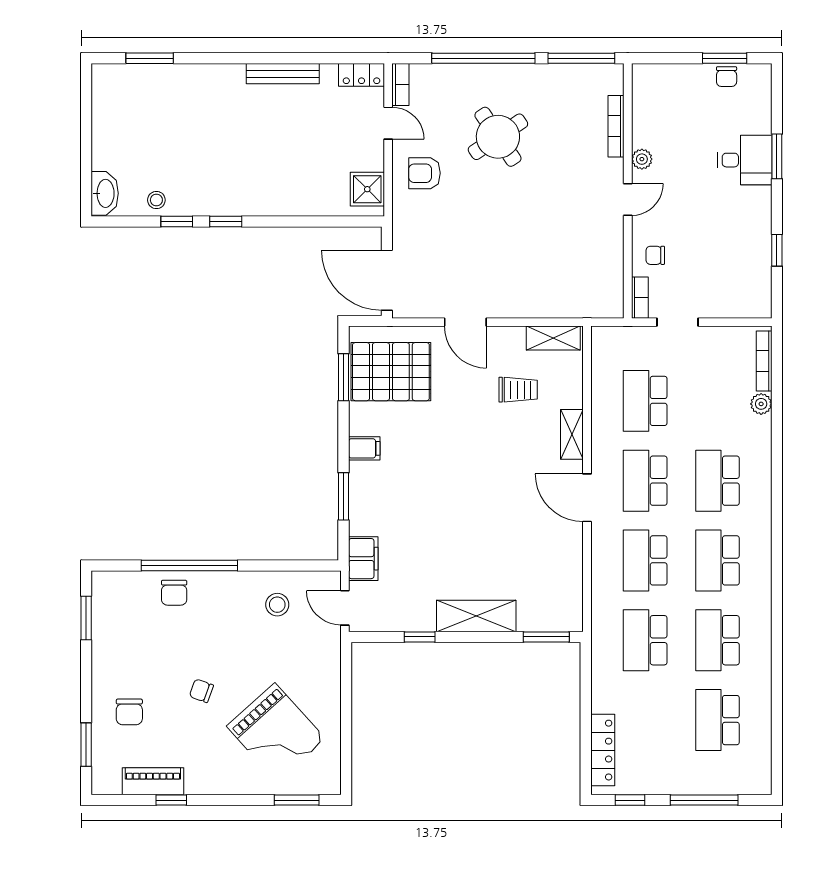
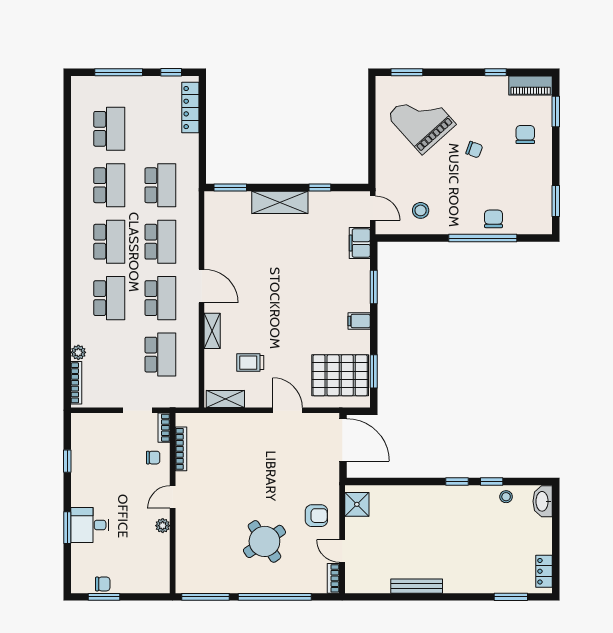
locker: (362, 75) -> (544, 571), moved, turned -90
chair: (727, 77) -> (103, 584), turned 90
bookcase: (616, 126) -> (181, 449), moved
piano: (153, 781) -> (531, 85), moved

